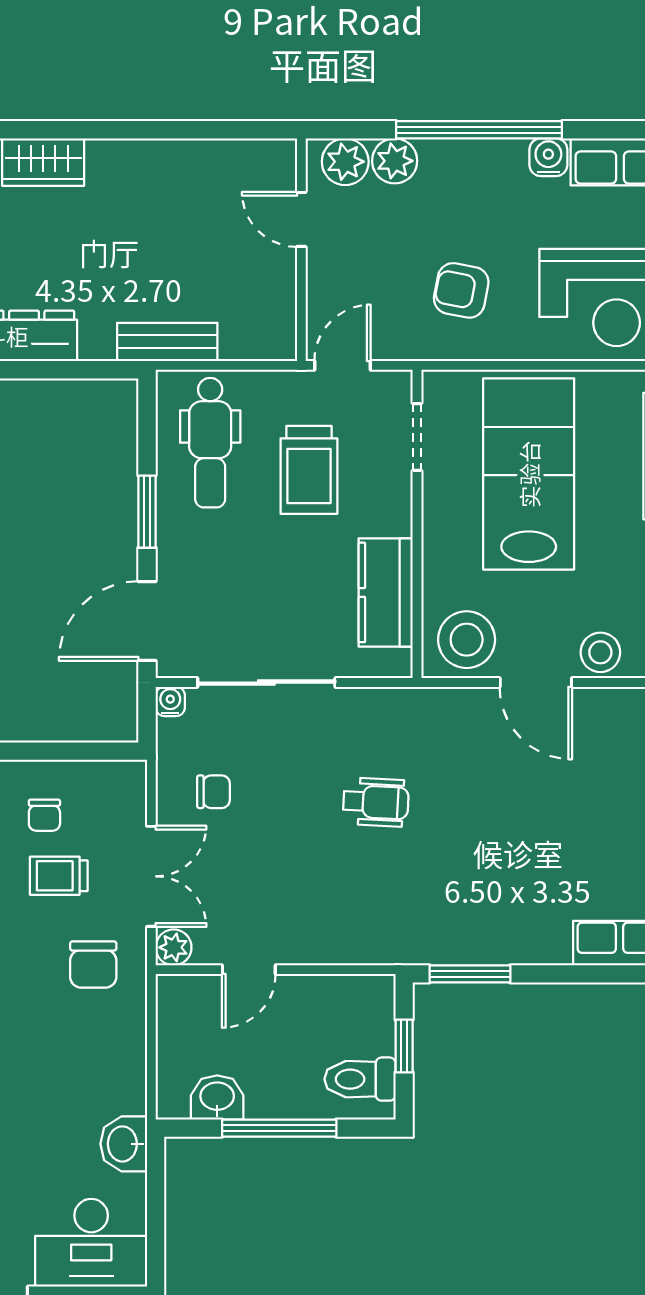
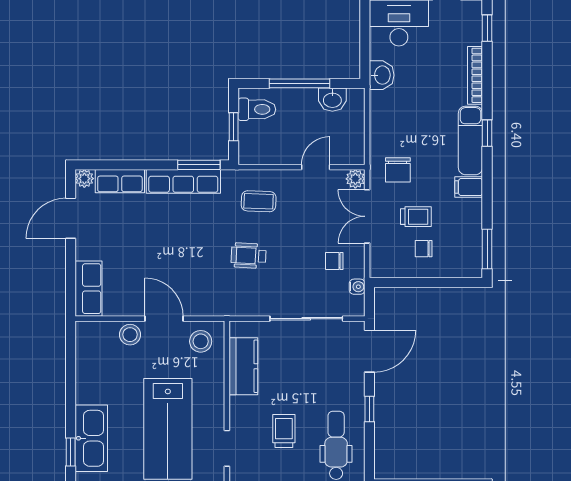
trolley: (309, 470) -> (284, 431), width x0.73, depth x0.72
window: (147, 512) -> (369, 409), width x0.67
stool: (467, 640) -> (201, 341), width x0.73, depth x0.73
water cooler: (170, 701) -> (357, 287), moved, turned -90
chair: (44, 815) -> (424, 249), turned -90
coffee table: (357, 905) -> (259, 201), added
row of seats: (499, 943) -> (183, 181), added
chair: (93, 965) -> (398, 170), turned 180

